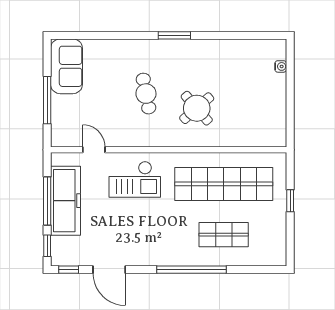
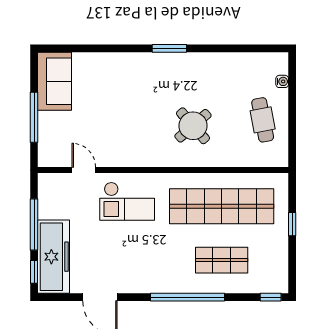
cafe table: (146, 94) -> (263, 120), moved
freezer: (65, 201) -> (54, 257), moved
window: (69, 270) -> (271, 297), moved

